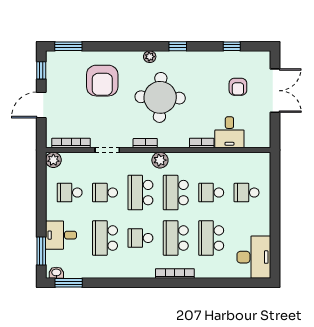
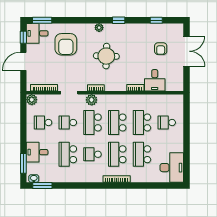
desk: (61, 65) -> (37, 33), added
round table: (160, 97) -> (106, 56), width x0.73, depth x0.73
plant: (160, 160) -> (92, 100), moved
school desk: (211, 193) -> (142, 122), width x1.85

